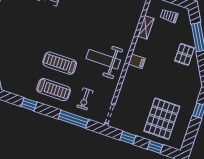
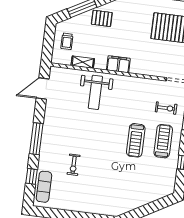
weight bench: (103, 59) -> (95, 92), moved
filing cabinet: (137, 61) -> (118, 64), width x2.00

